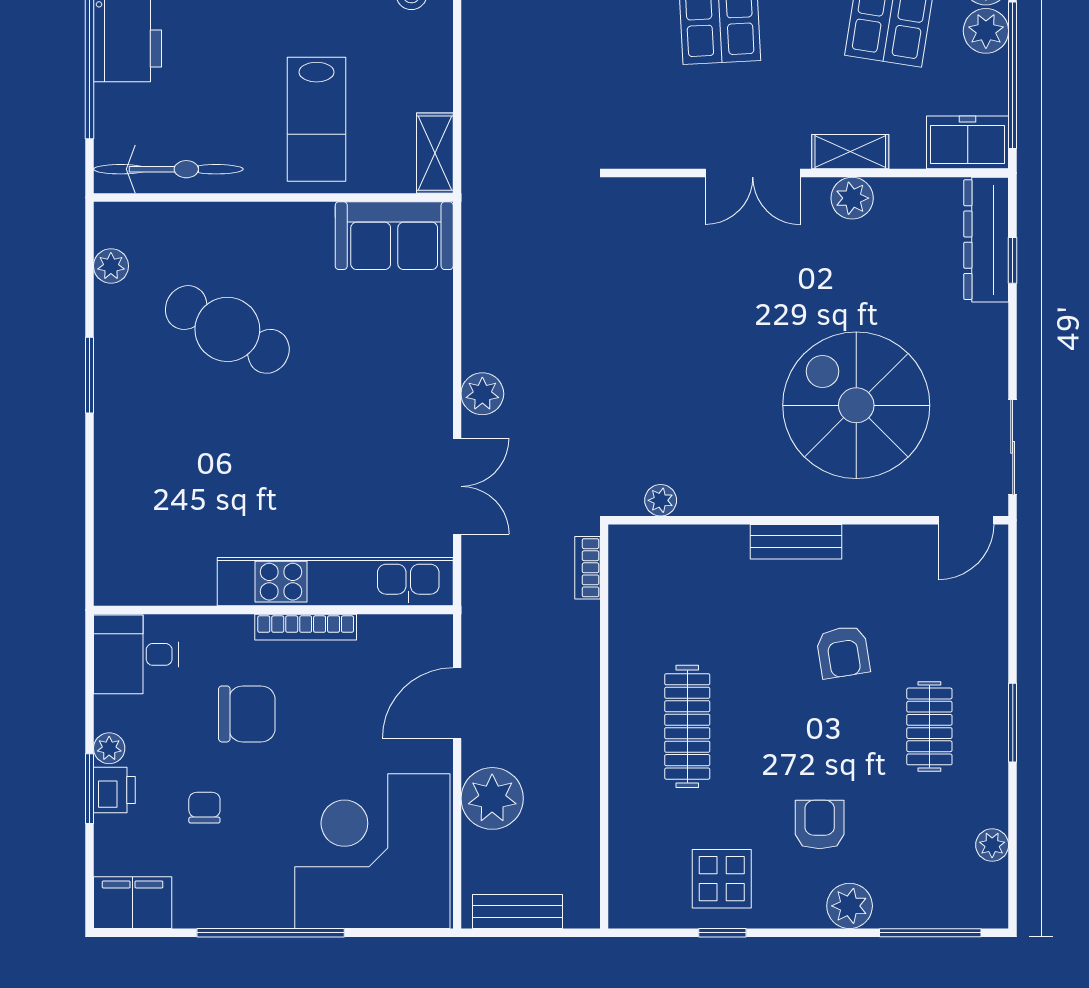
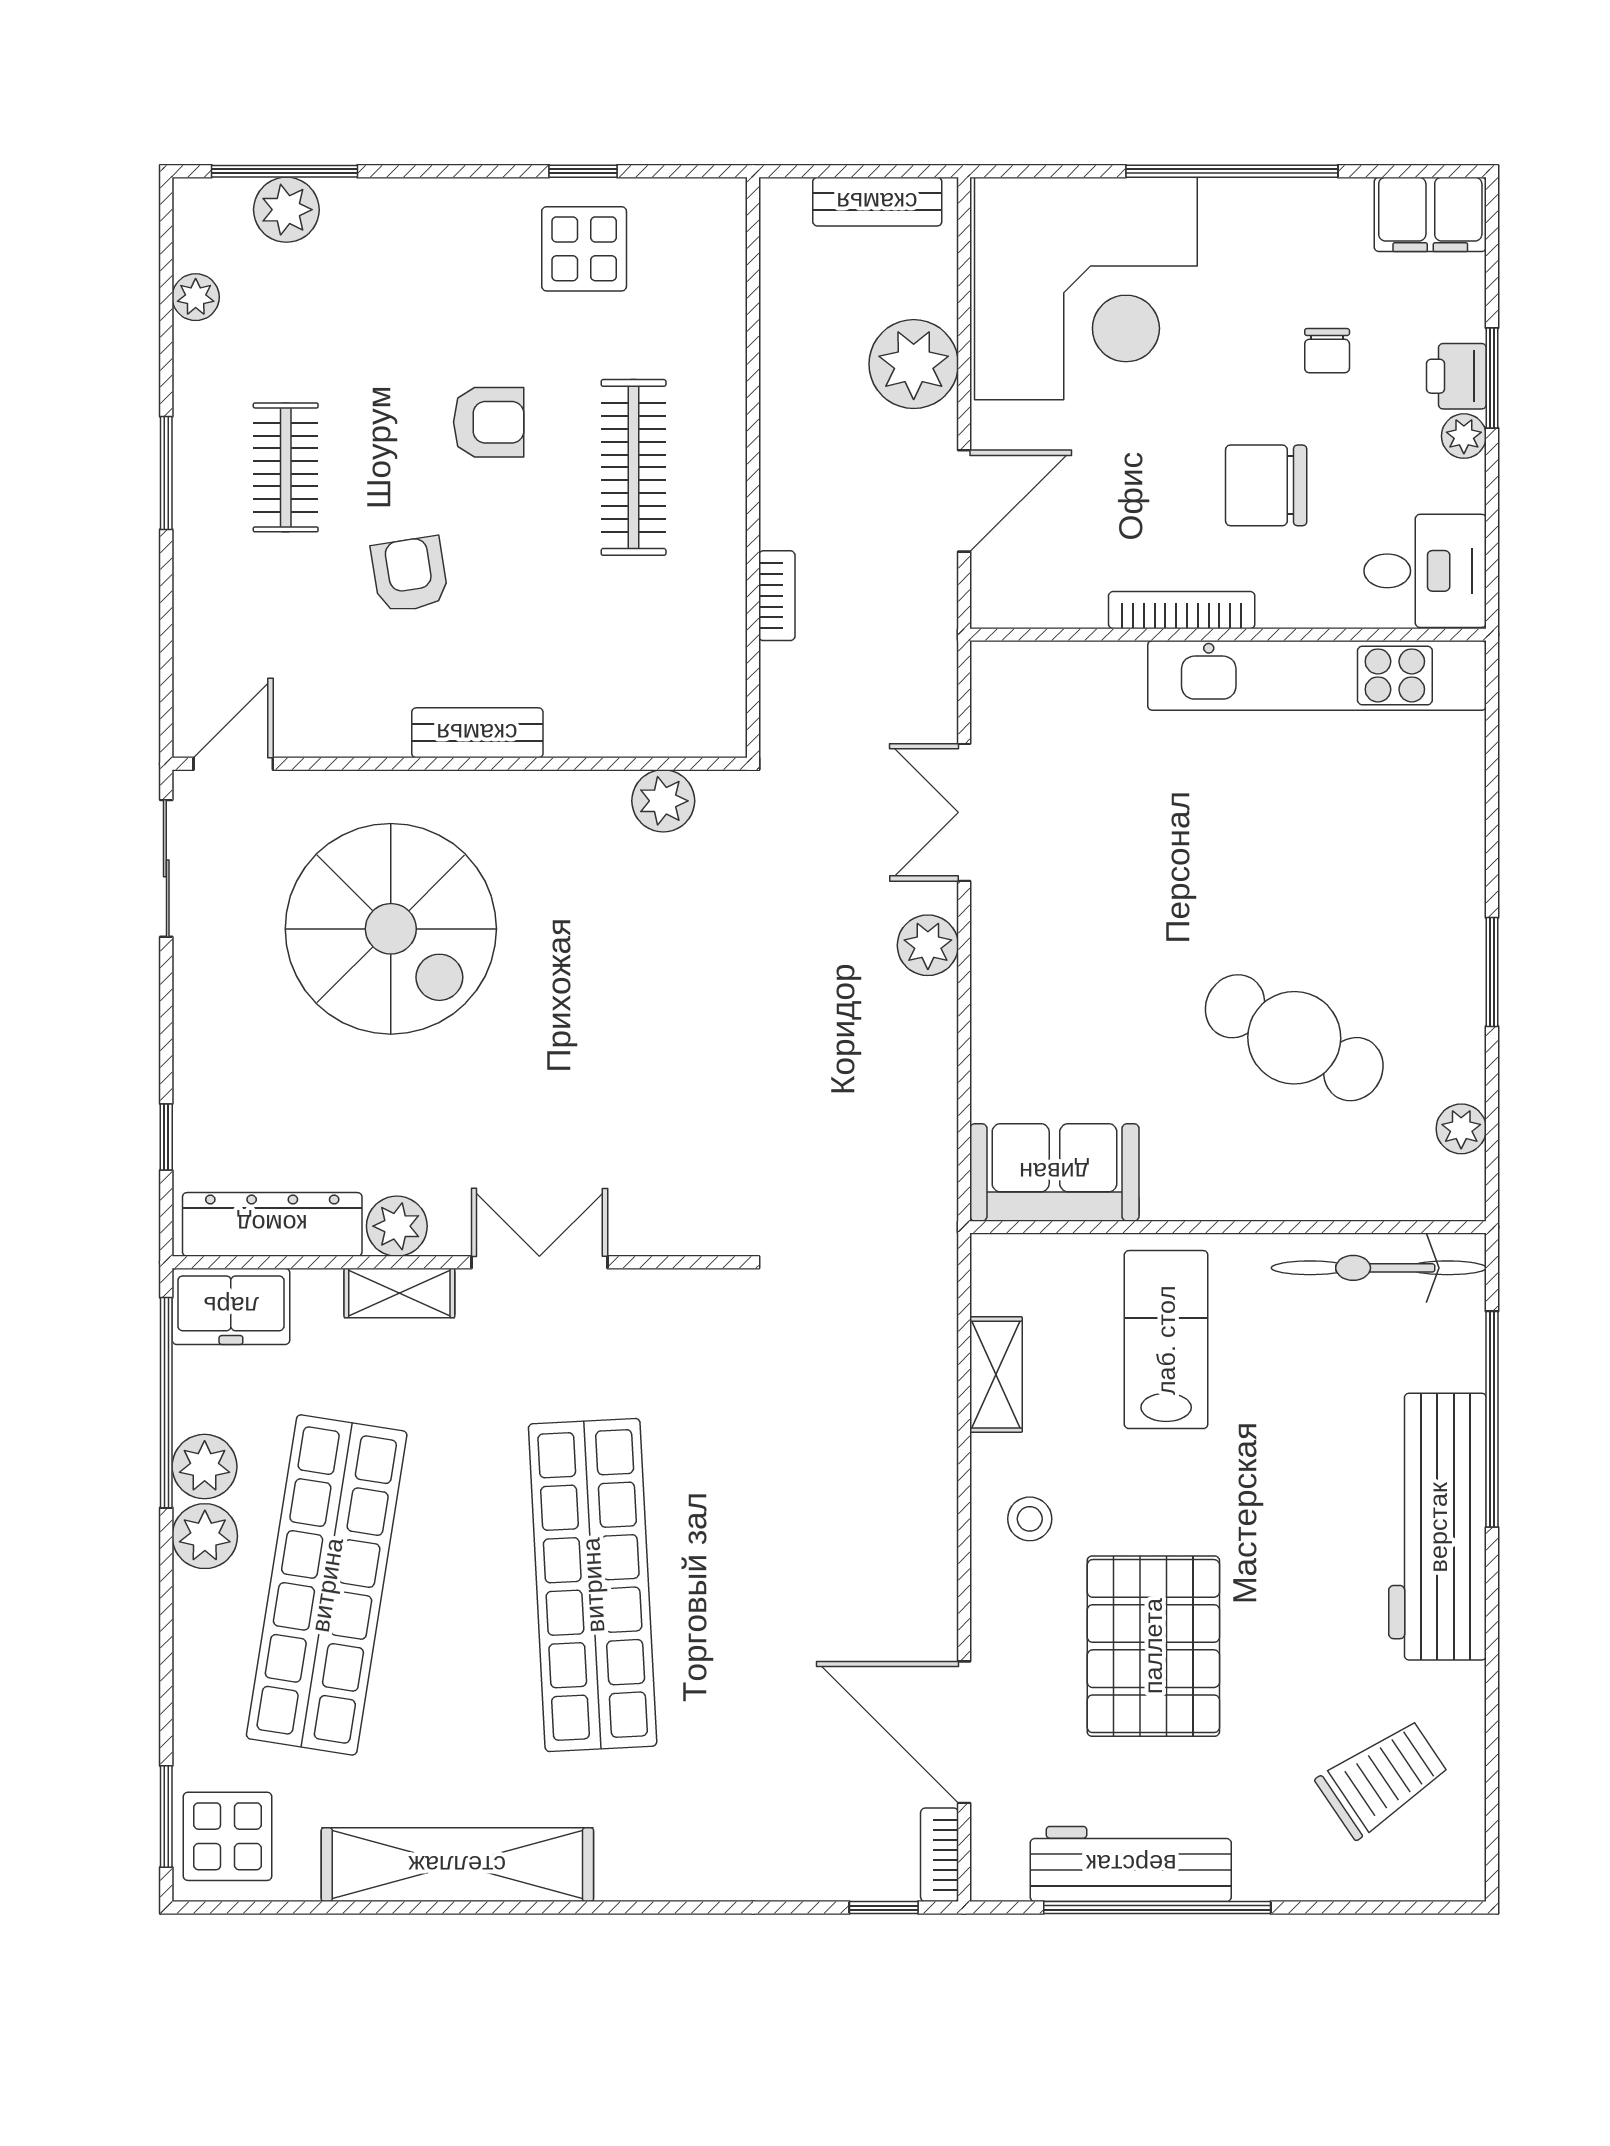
shelving: (435, 153) -> (996, 1375), moved
dresser: (986, 240) -> (272, 1224), moved, turned -90
plant: (661, 500) -> (663, 801), width x1.38, depth x1.38
bookcase: (587, 568) -> (777, 596), moved
kitchen unit: (335, 582) -> (1317, 675), moved
armchair: (820, 825) -> (489, 422), moved, turned -90
plant: (850, 906) -> (286, 210), moved

